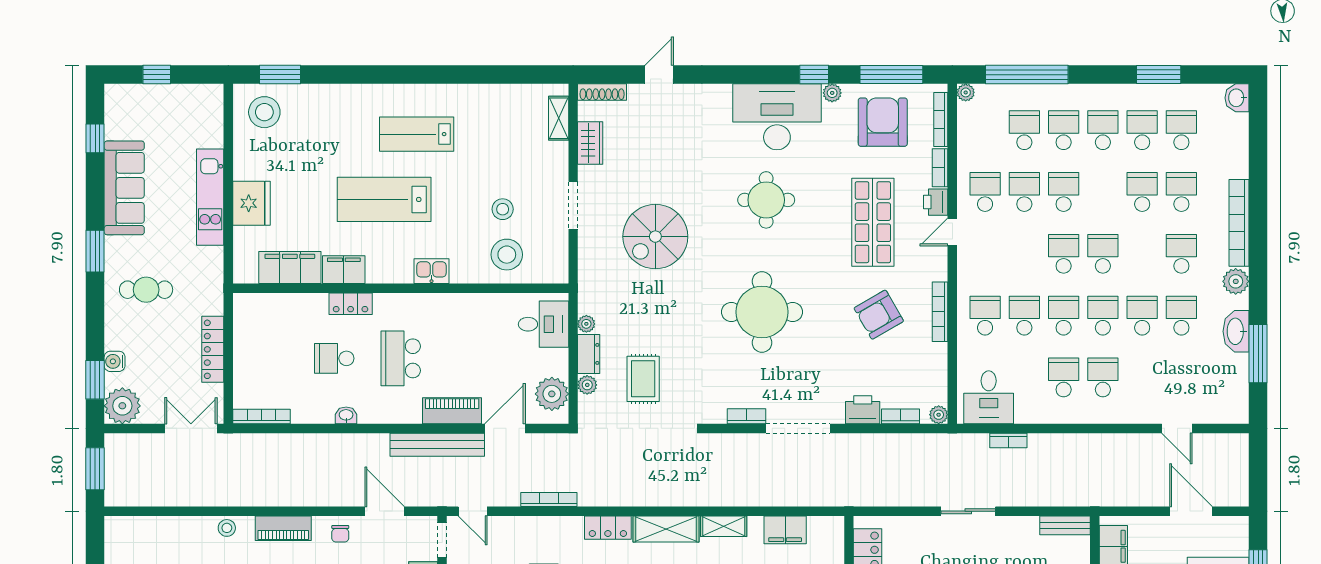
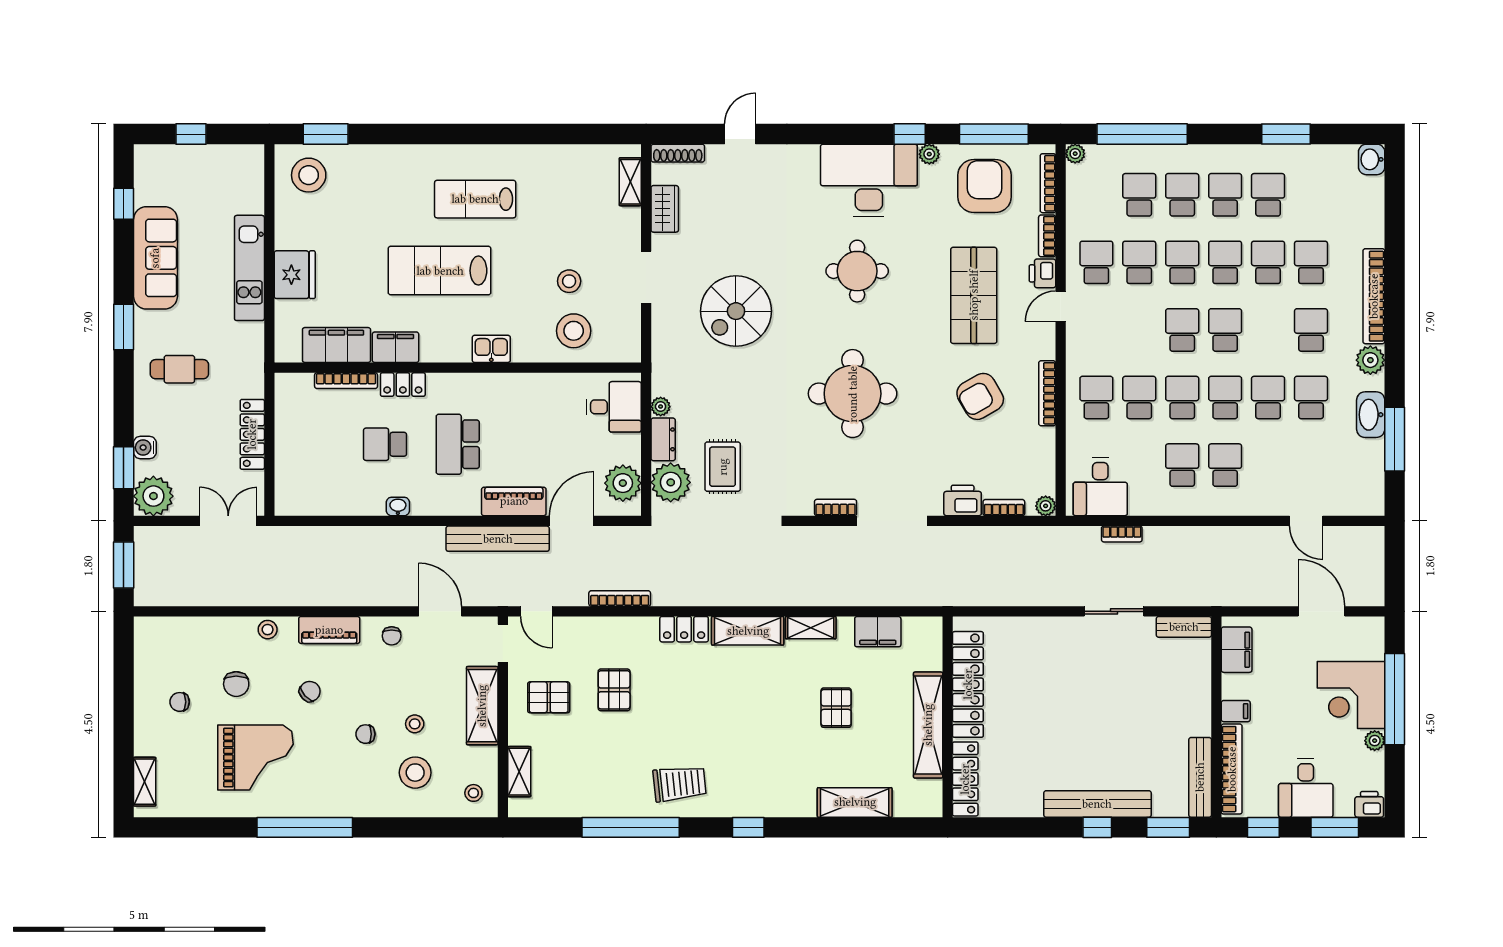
school desk: (1181, 130) -> (1225, 262), moved
plant: (587, 385) -> (671, 482), width x1.88, depth x1.88
bookcase: (262, 417) -> (346, 381), moved, turned 180
sliding door: (968, 511) -> (1114, 611), moved

